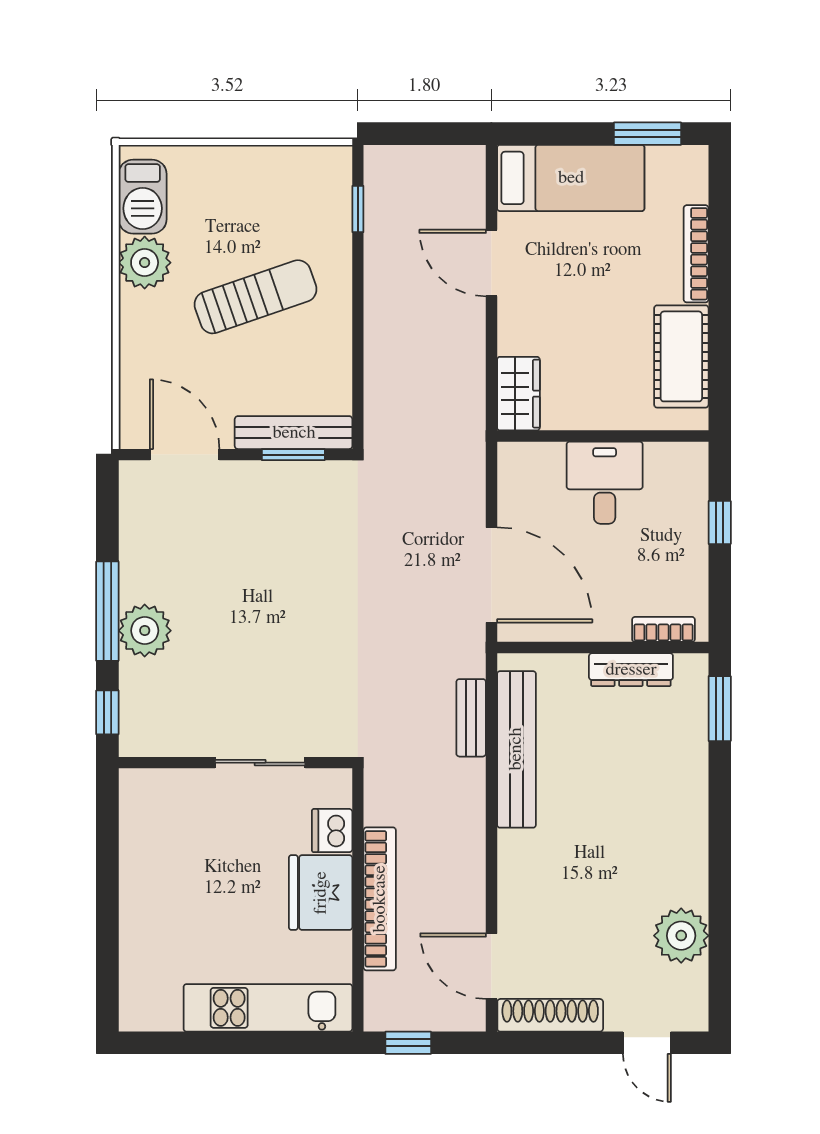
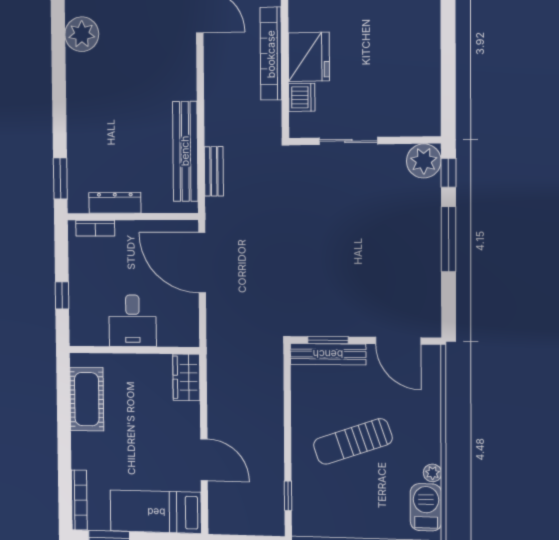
bookcase: (696, 254) -> (79, 500), moved
plant: (145, 263) -> (433, 473), width x0.53, depth x0.53
plant: (145, 631) -> (424, 161), moved

